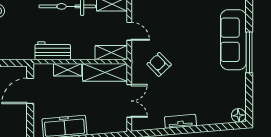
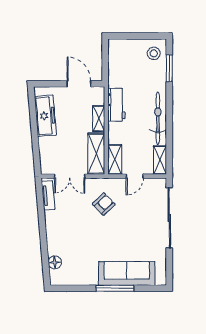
floor lamp: (239, 115) -> (55, 262), moved
tv unit: (180, 121) -> (48, 195), moved

